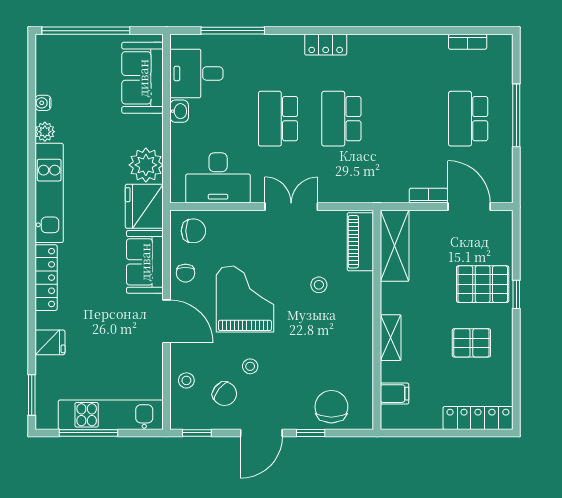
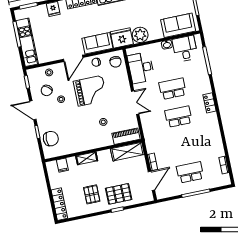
pallet: (483, 284) -> (119, 194), turned 90

